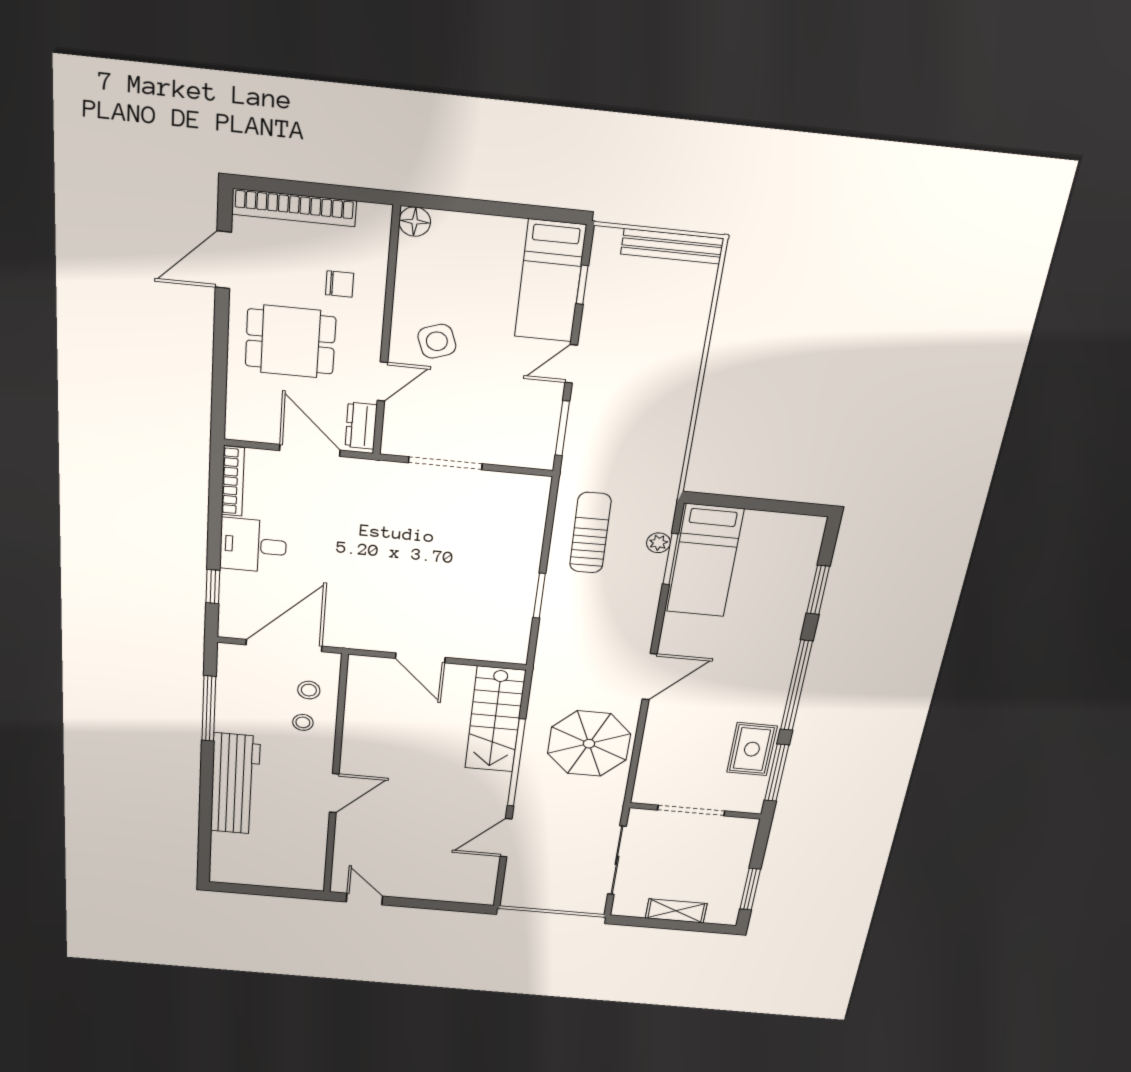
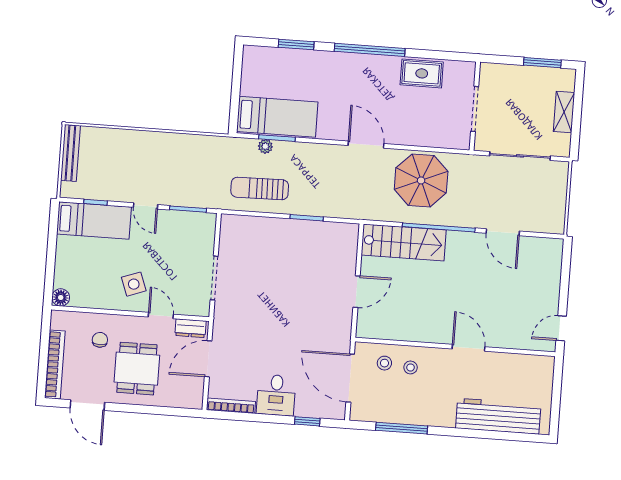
window: (777, 773) -> (441, 55), removed
workbench: (235, 784) -> (498, 416), moved

